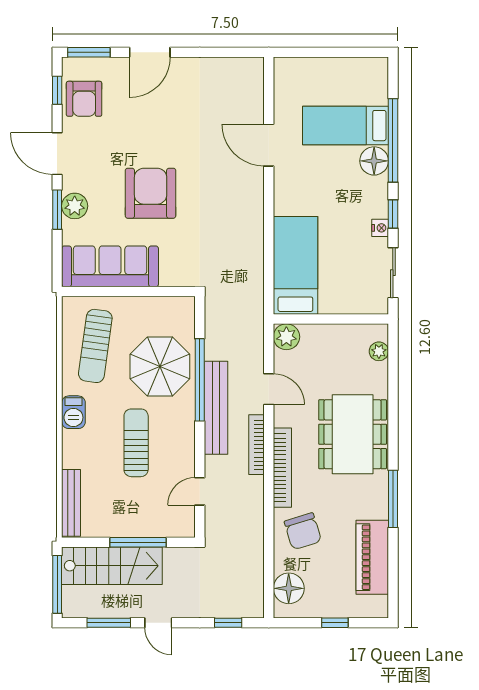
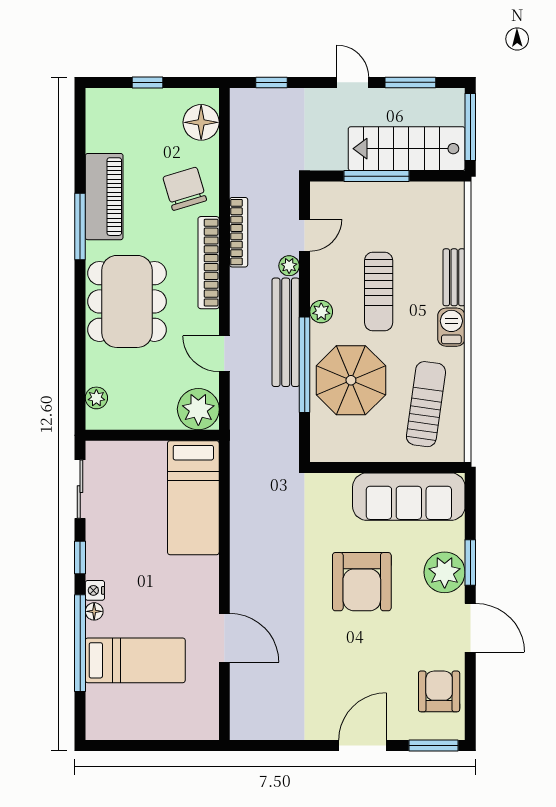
window: (57, 90) -> (470, 701), removed
floor lamp: (374, 161) -> (94, 611), width x0.53, depth x0.53
plant: (75, 206) -> (445, 572), width x1.36, depth x1.36
nightstand: (380, 228) -> (95, 590), moved
plant: (286, 337) -> (198, 409), width x1.36, depth x1.36
plant: (185, 426) -> (321, 312), added
bookcase: (256, 445) -> (239, 232), moved
plant: (213, 465) -> (289, 266), added
bench: (71, 503) -> (454, 277), moved, width x0.73
piano: (372, 557) -> (104, 197), moved

